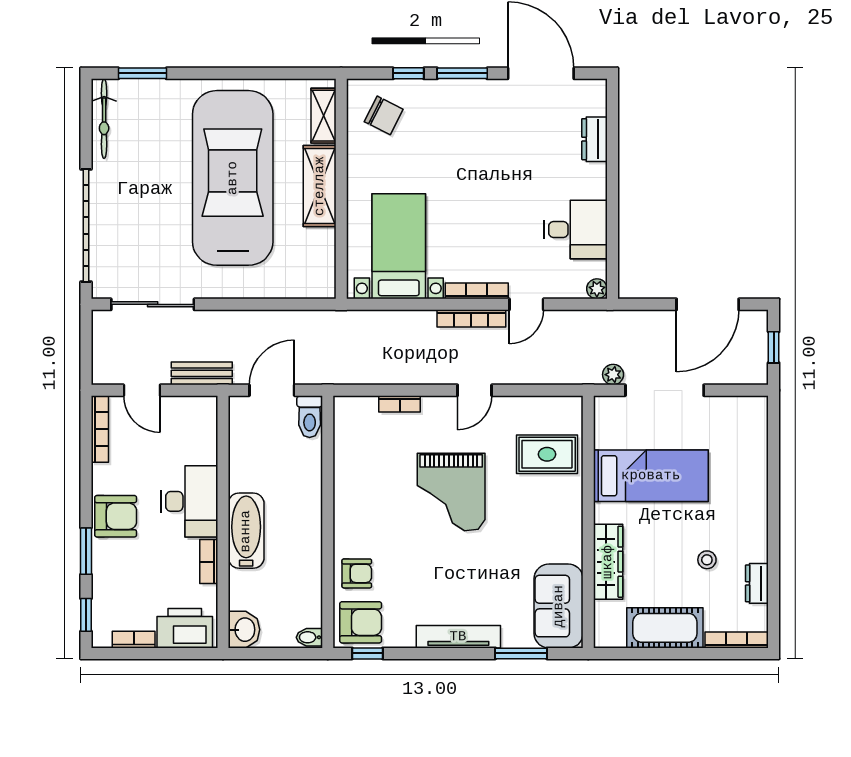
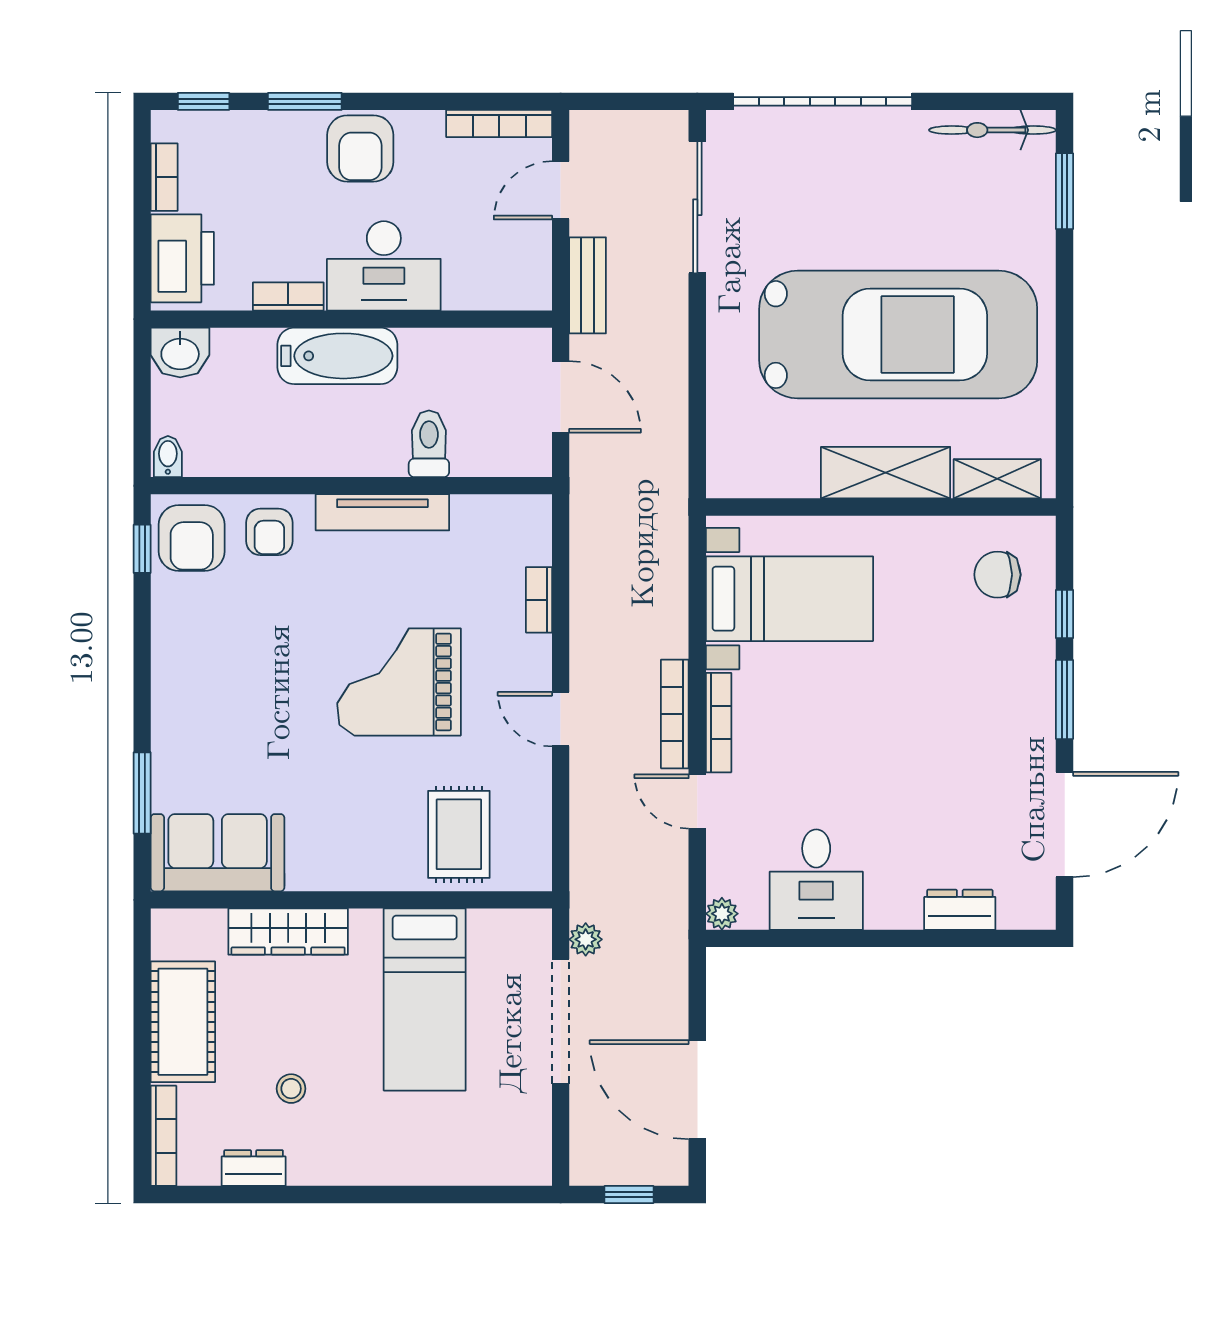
chair: (384, 115) -> (997, 575), turned 63
toilet: (310, 417) -> (429, 444), moved, turned 90
tv unit: (458, 637) -> (382, 512), moved, turned 90

